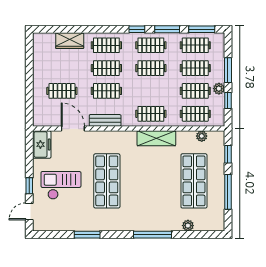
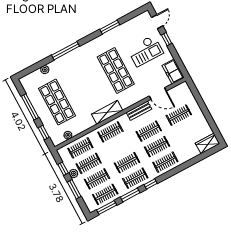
wardrobe: (70, 41) -> (207, 143), moved
shelving: (156, 138) -> (107, 112), moved

